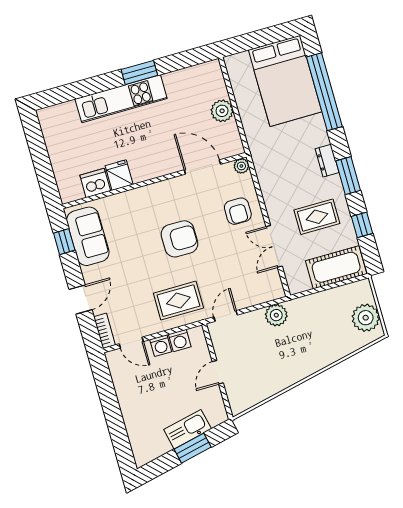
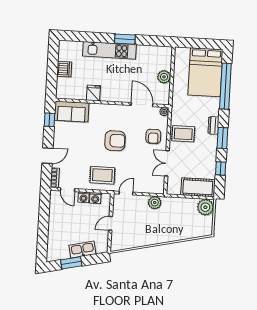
dishwasher: (95, 183) -> (64, 69), moved, turned 90
rug: (317, 217) -> (183, 134), moved
sofa: (88, 236) -> (72, 112), moved, turned 90
plant: (366, 318) -> (205, 207), moved
window: (193, 448) -> (71, 263), moved

